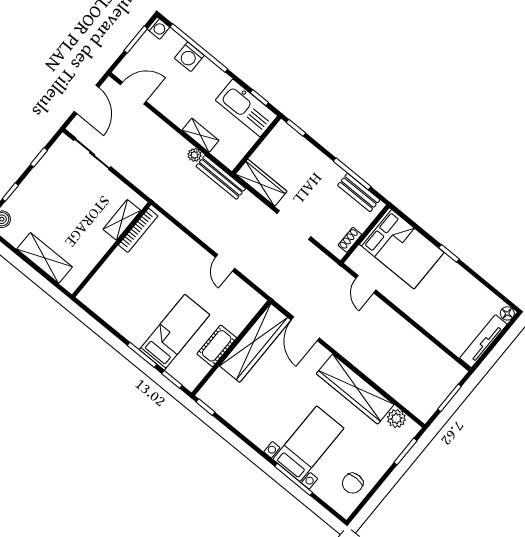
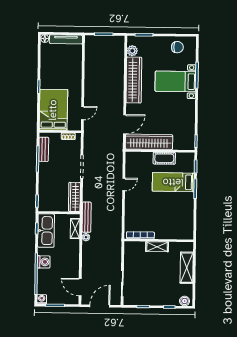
washing machine: (189, 57) -> (44, 262), moved
shelving: (200, 135) -> (75, 229), moved
shelving: (122, 220) -> (157, 247), moved

